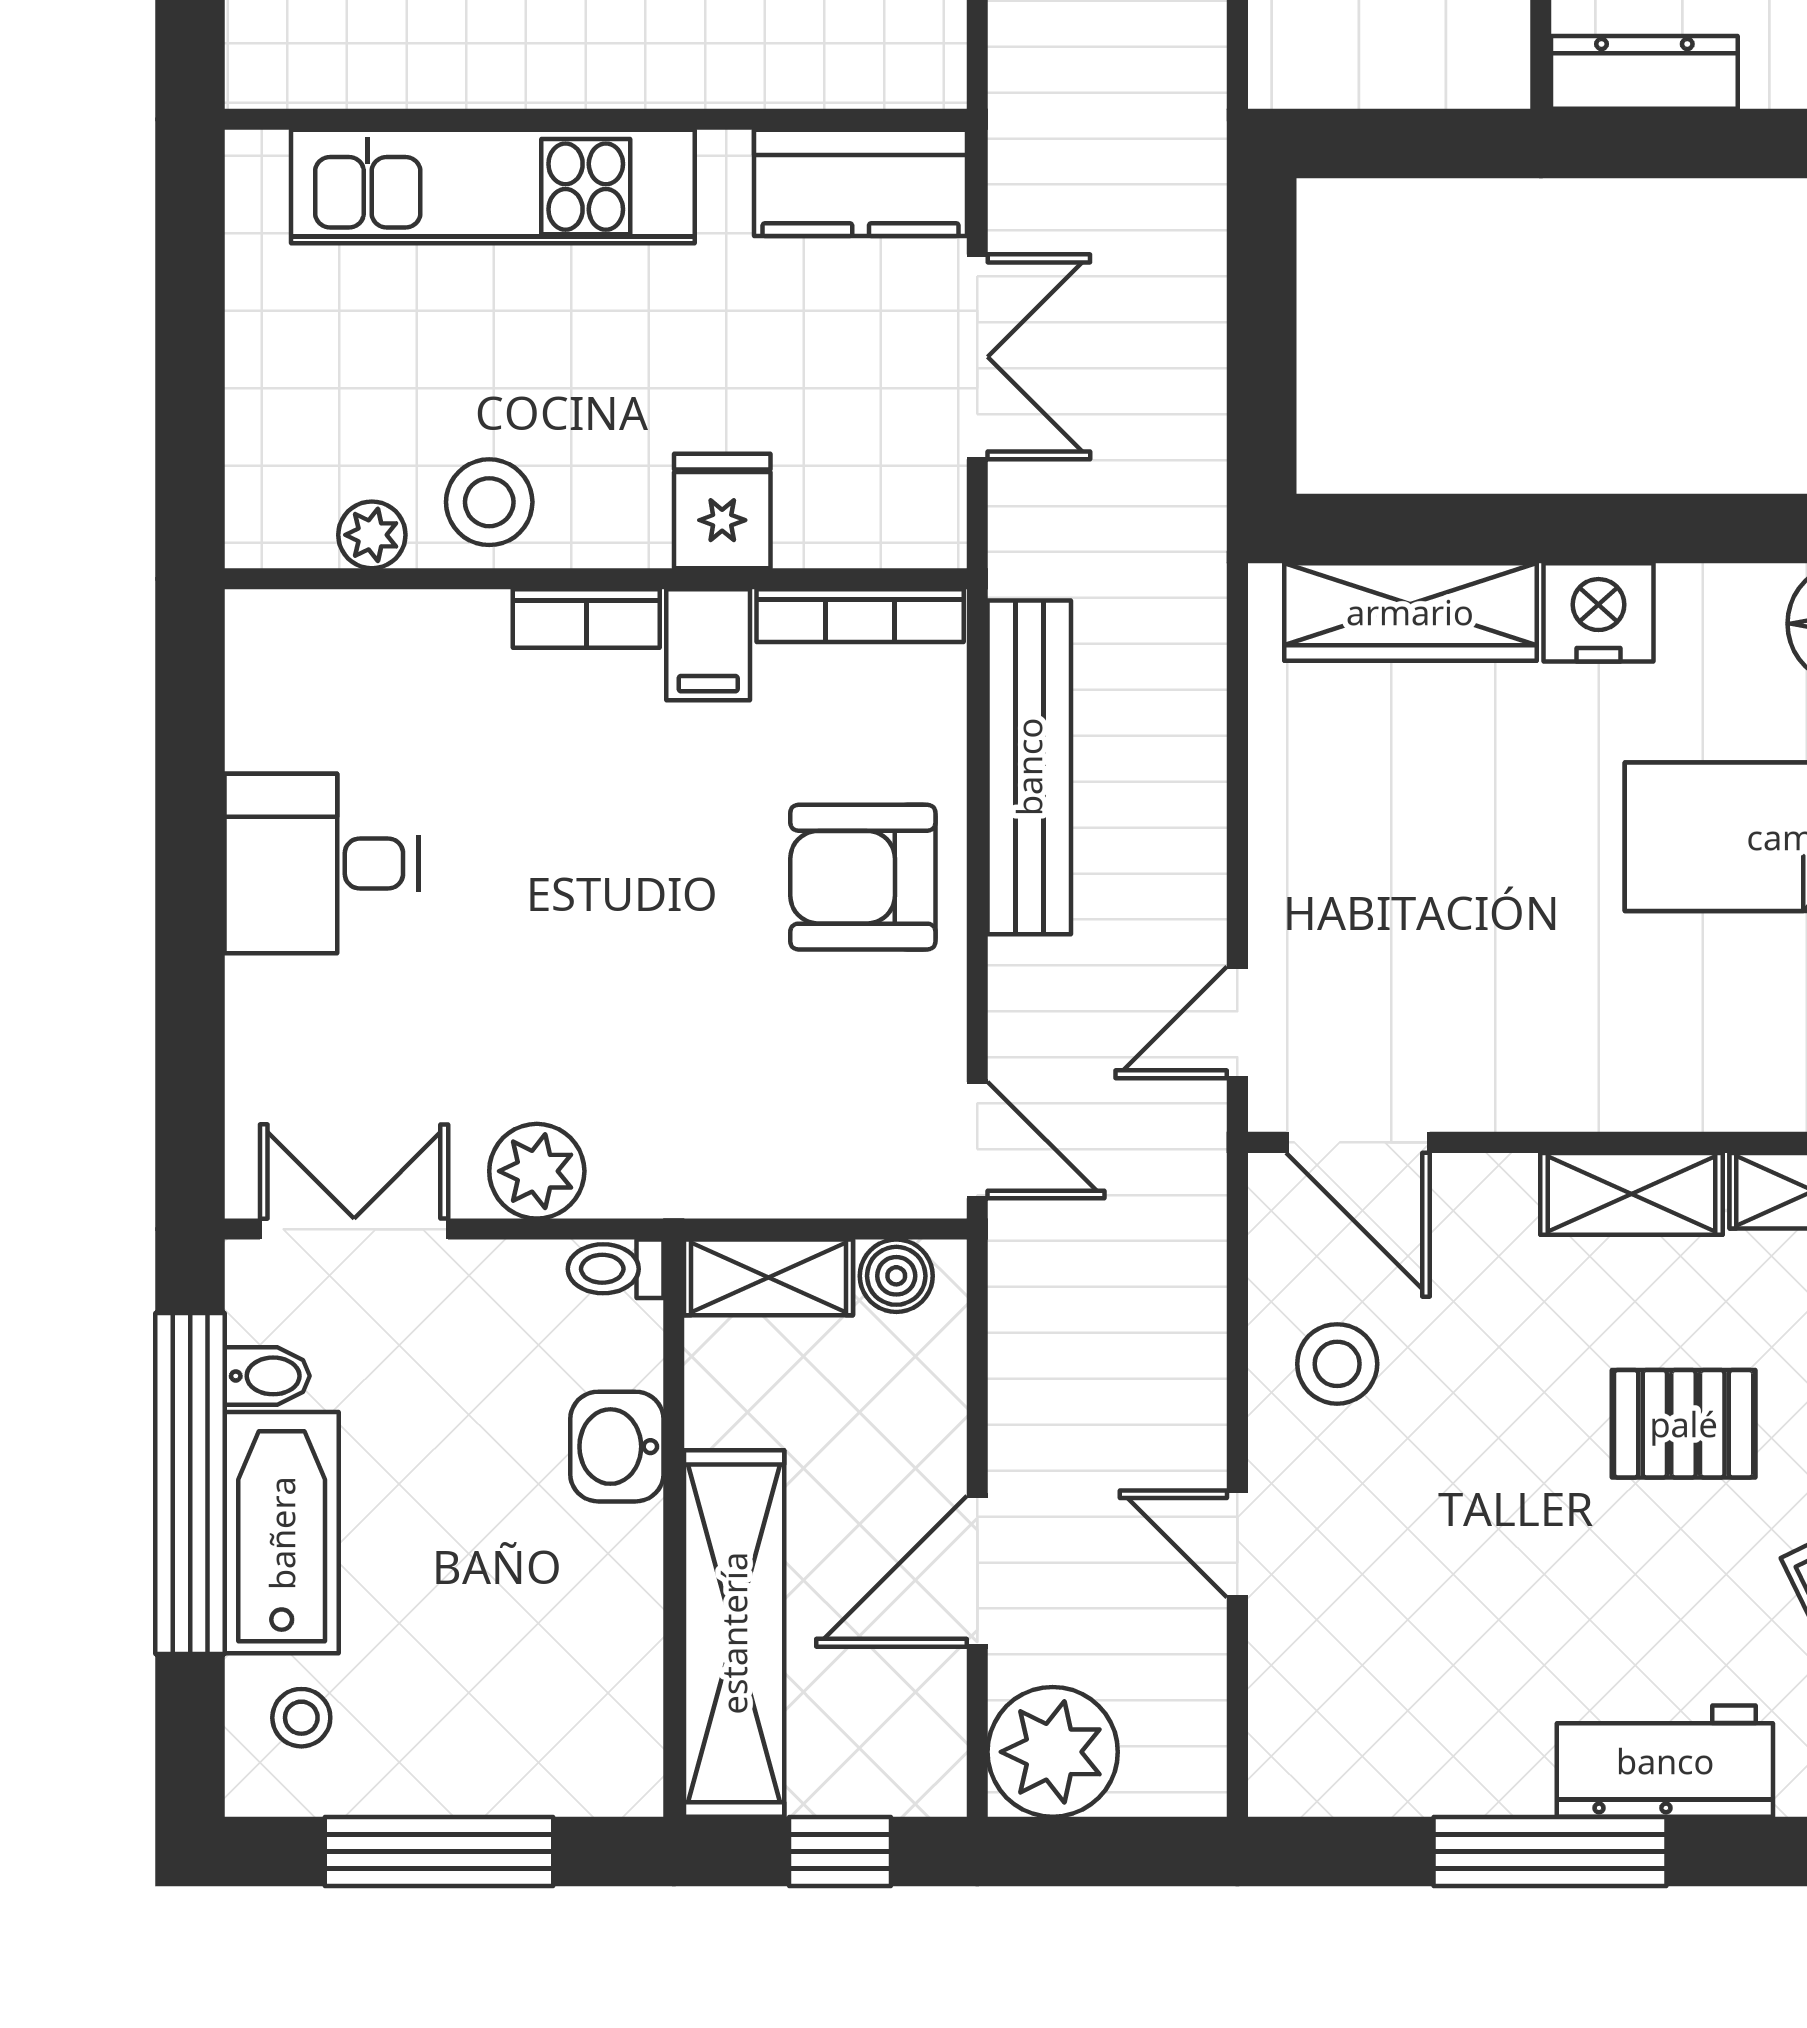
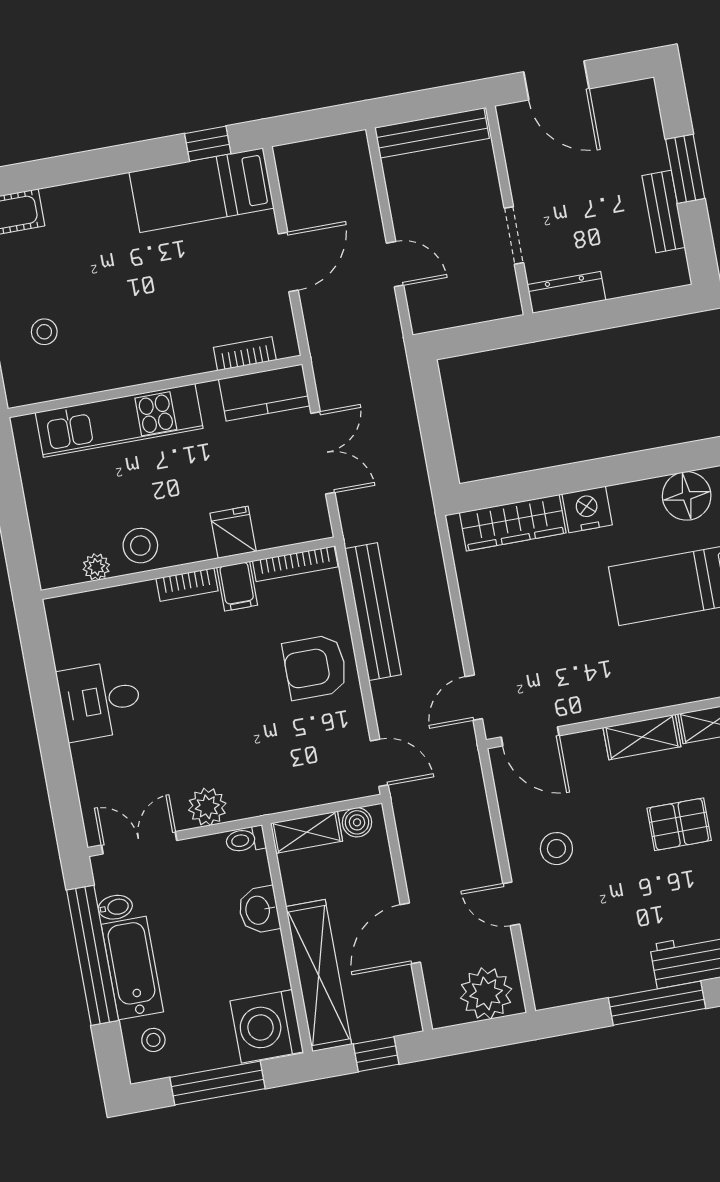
bookcase: (830, 79) -> (245, 354), added
stool: (1337, 1364) -> (556, 849), moved
washing machine: (585, 1735) -> (267, 1026), added
plant: (1053, 1752) -> (486, 993), moved

